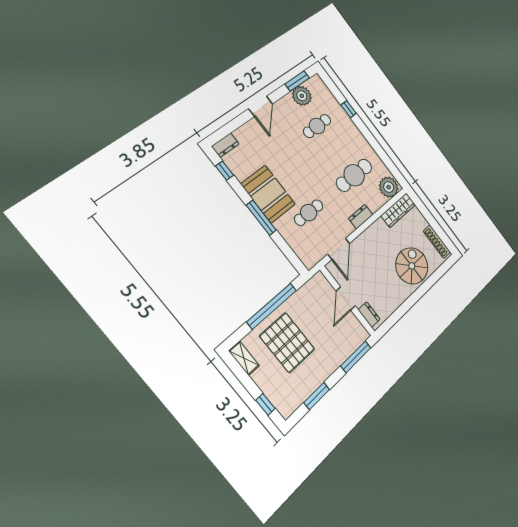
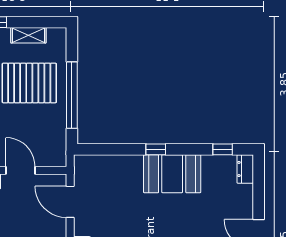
cafe table: (309, 213) -> (126, 200), removed
window: (261, 218) -> (156, 149), width x0.46
shelving: (244, 358) -> (28, 35), moved

